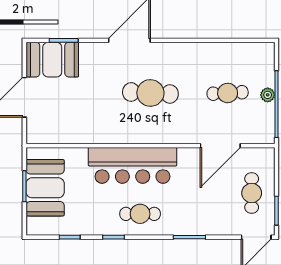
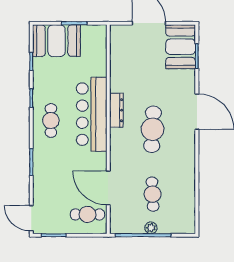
dresser: (128, 136) -> (116, 110), added
booth: (45, 188) -> (57, 41), moved
cafe table: (252, 193) -> (88, 214), moved

